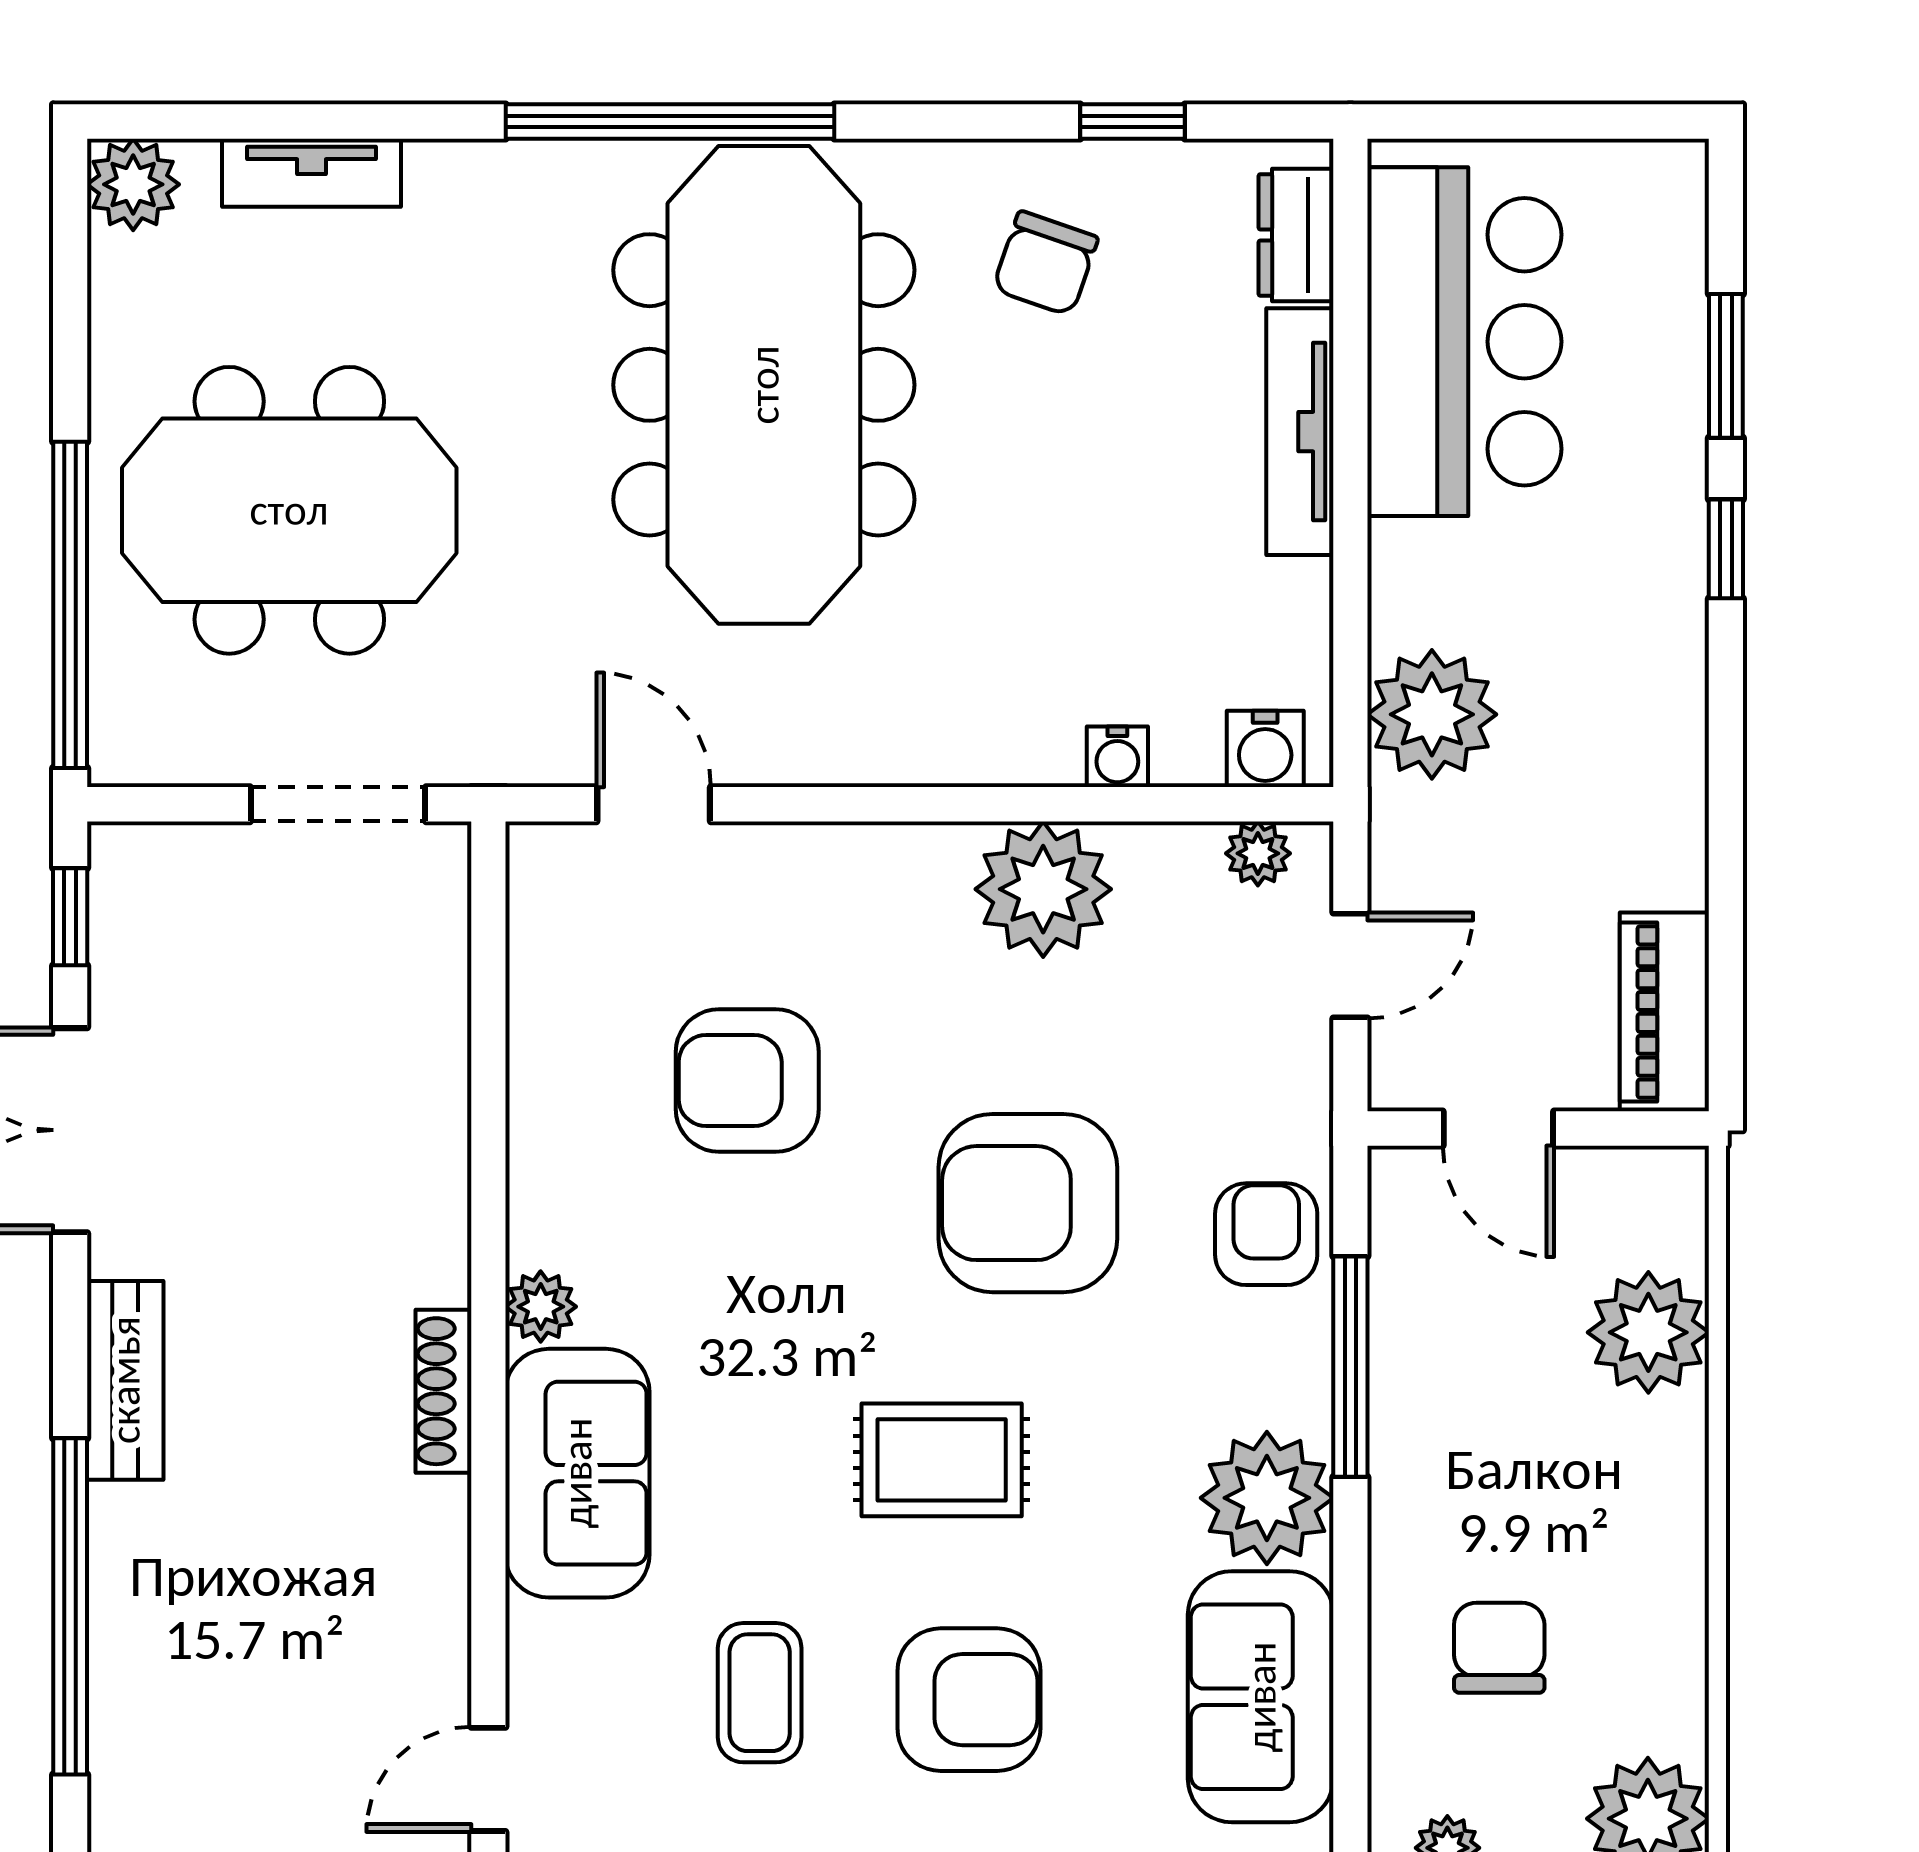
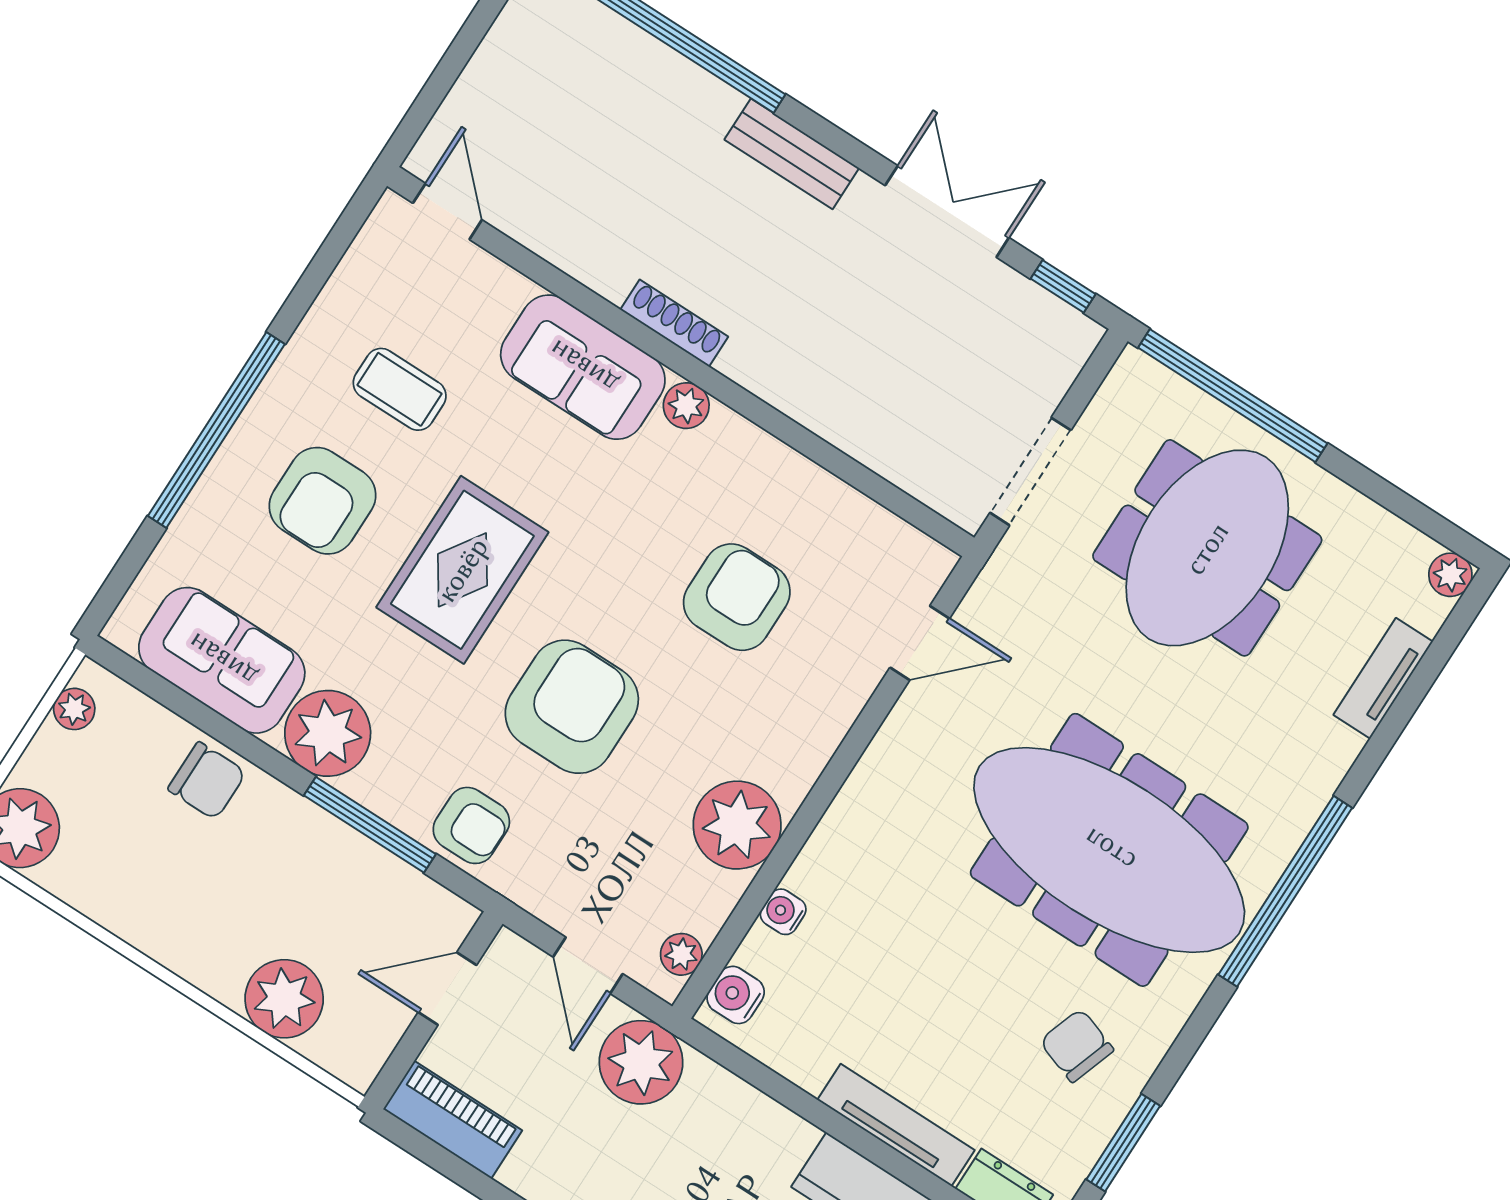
window: (1132, 121) -> (1123, 1143), width x1.50
plant: (133, 184) -> (1450, 575), width x0.73, depth x0.73
plant: (1432, 714) -> (641, 1062), moved
rug: (942, 1460) -> (462, 570), width x1.36, depth x1.43
chair: (1499, 1648) -> (207, 781), moved

